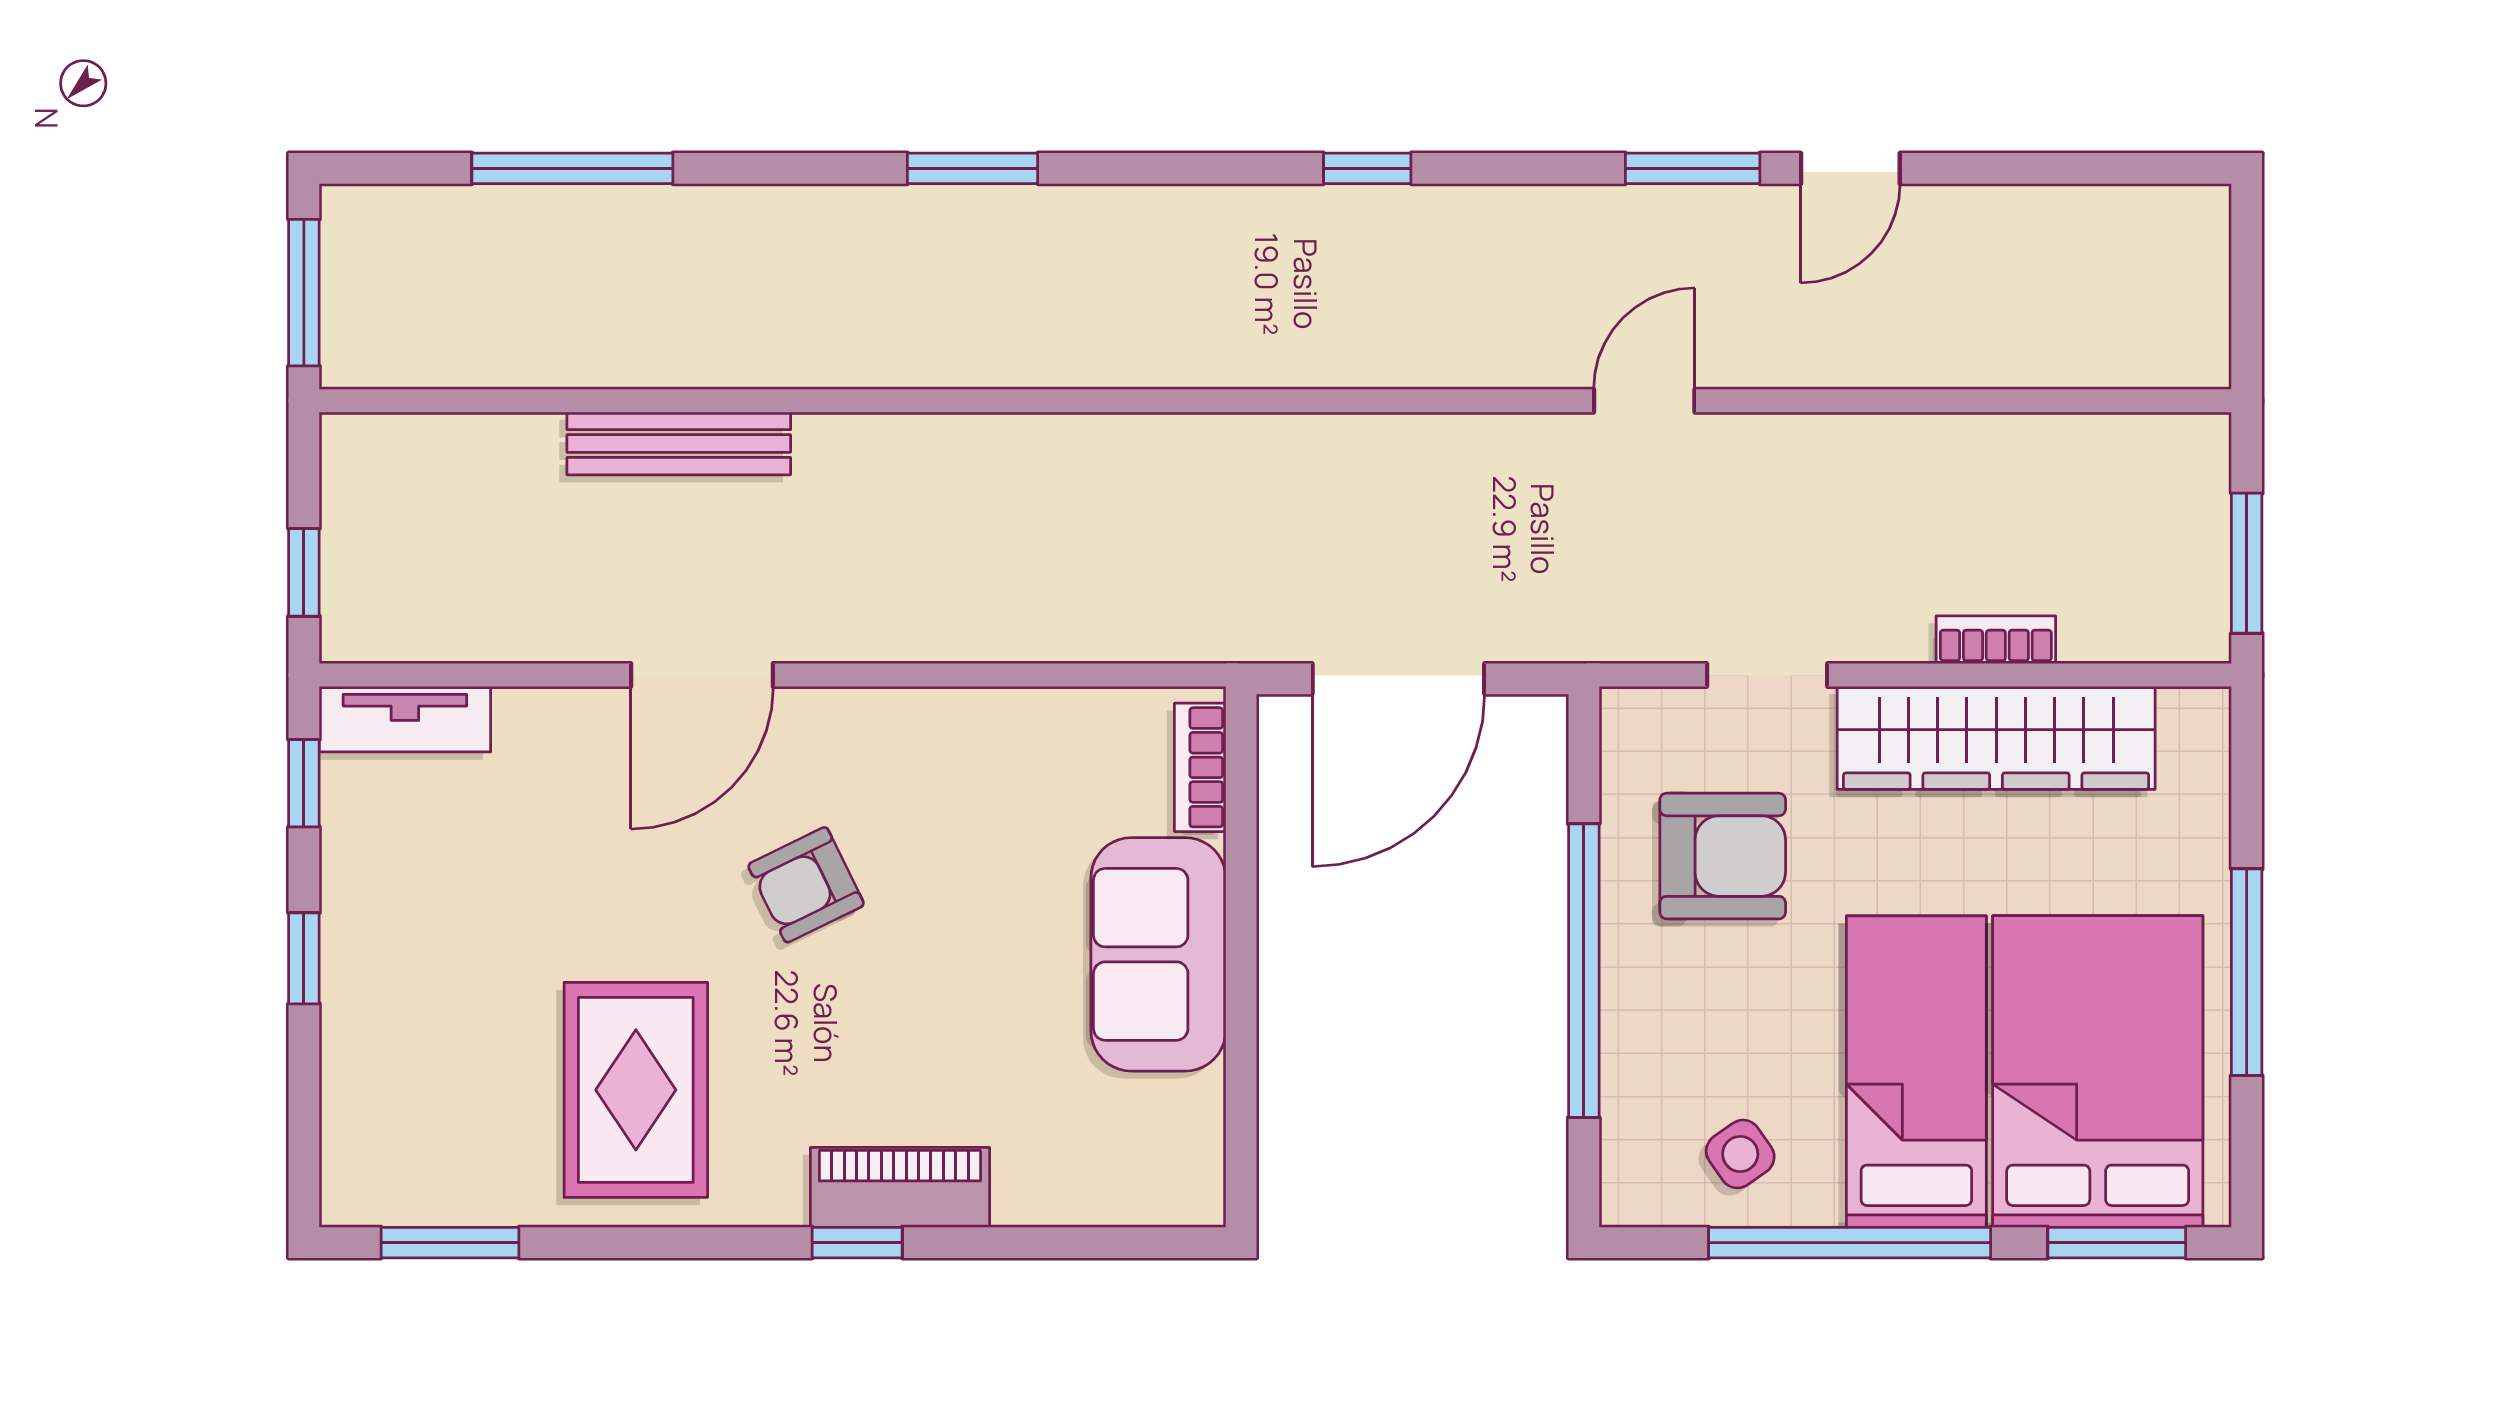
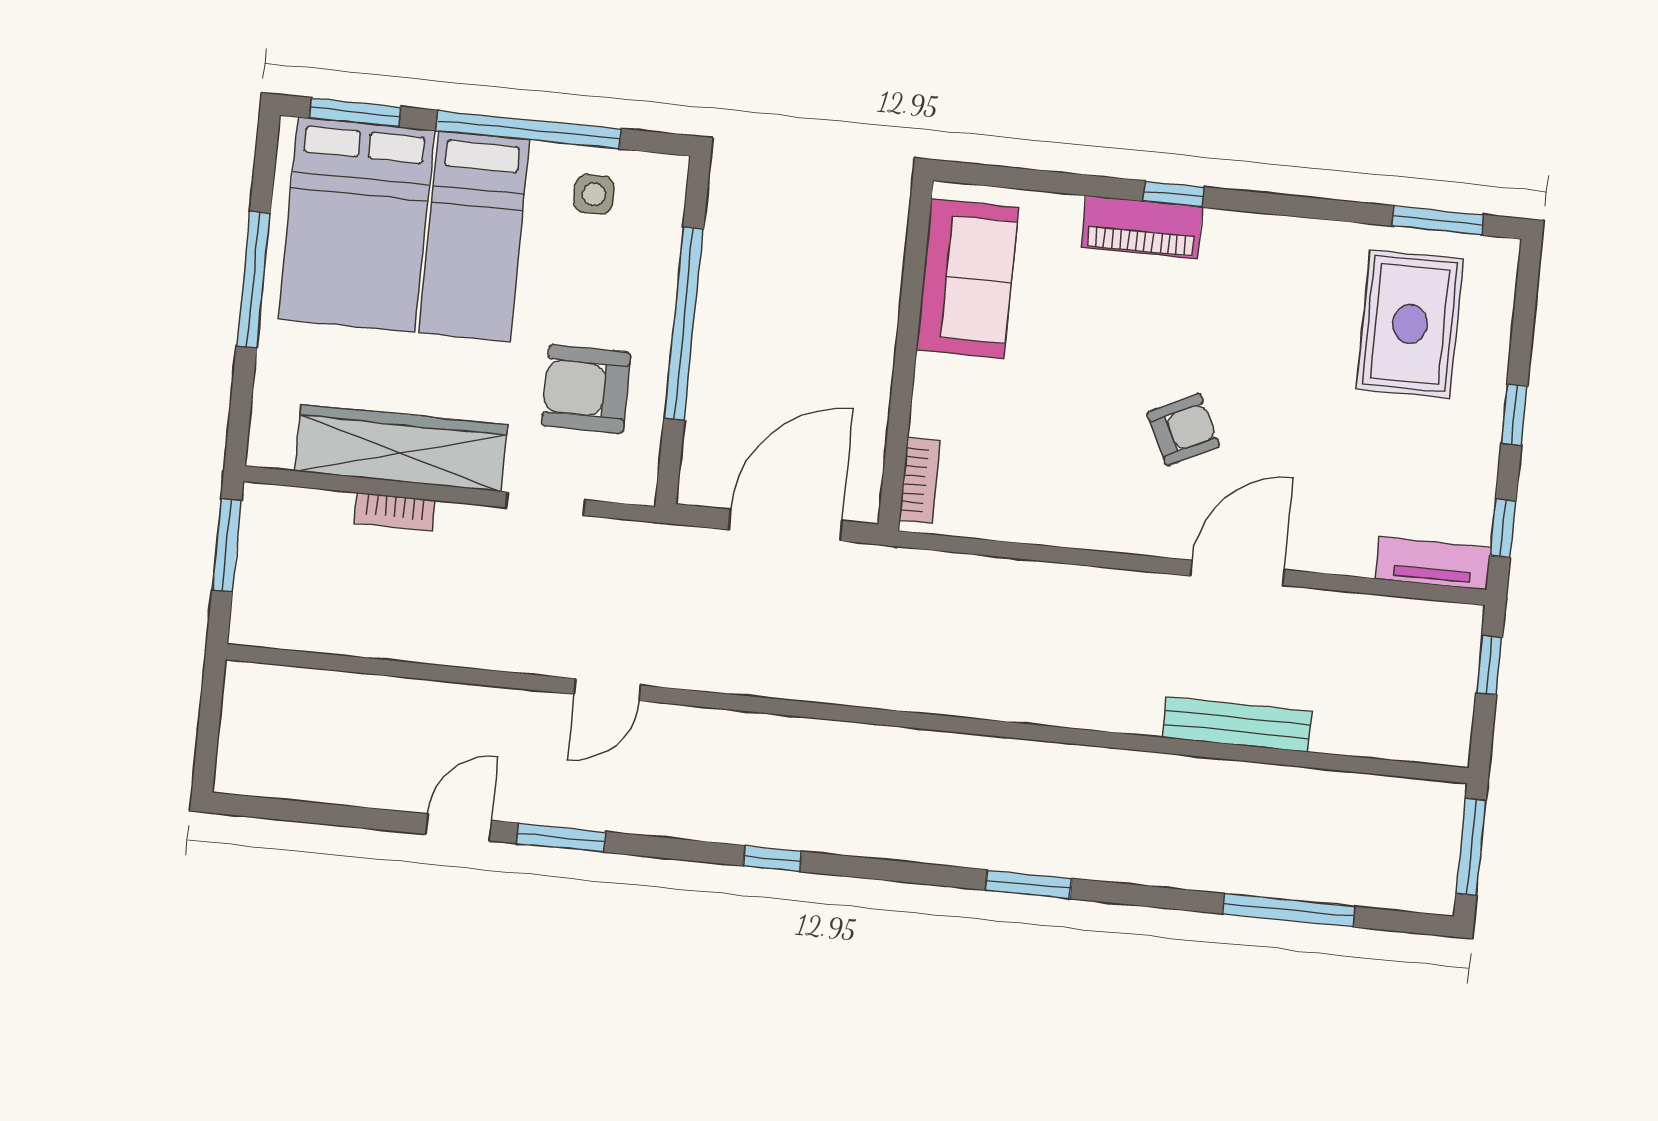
sofa: (1158, 954) -> (967, 278), moved
rug: (636, 1090) -> (1410, 324), moved
side table: (1740, 1154) -> (594, 194), turned 35

